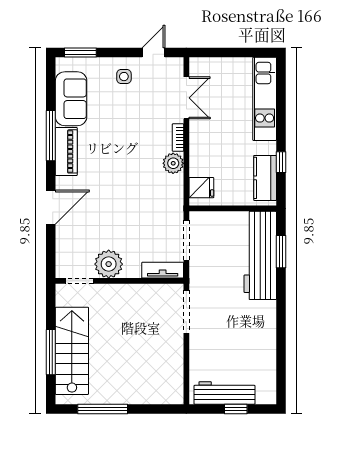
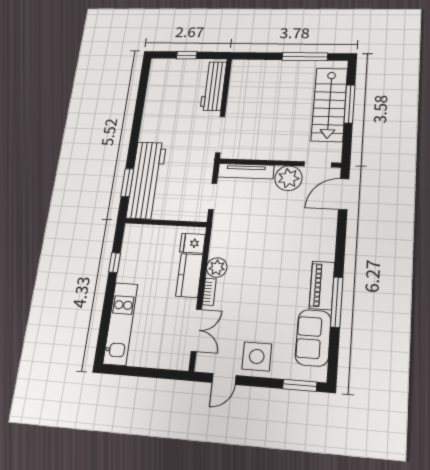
side table: (124, 77) -> (257, 357), width x1.87, depth x1.87
double door: (186, 98) -> (196, 330), swing flipped
kitchen counter: (265, 178) -> (189, 275), moved, turned 180
door: (51, 207) -> (344, 194), moved
doorway: (186, 240) -> (213, 196), width x0.73
tv unit: (163, 270) -> (246, 171), width x1.41
workbench: (224, 393) -> (213, 86), moved, turned 90

